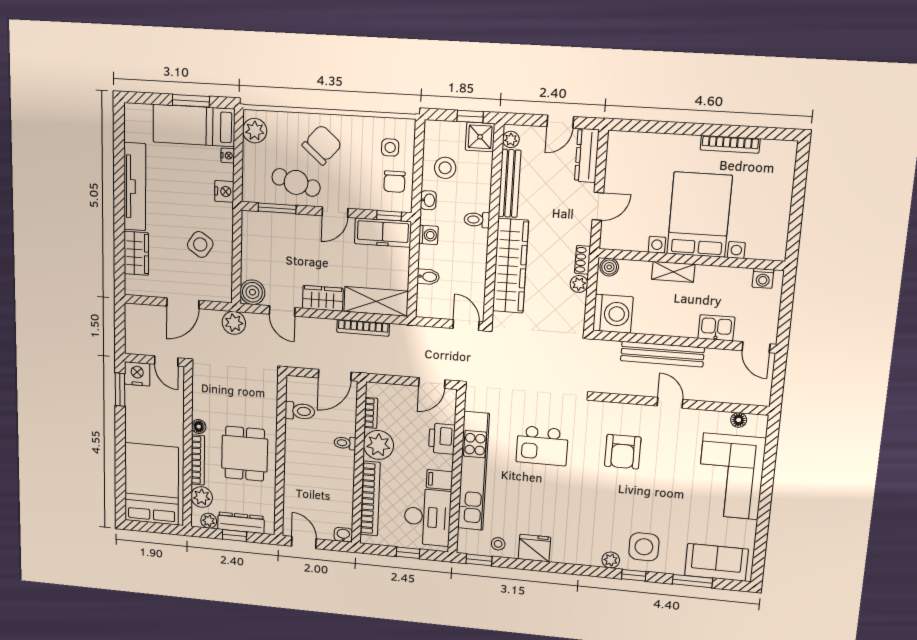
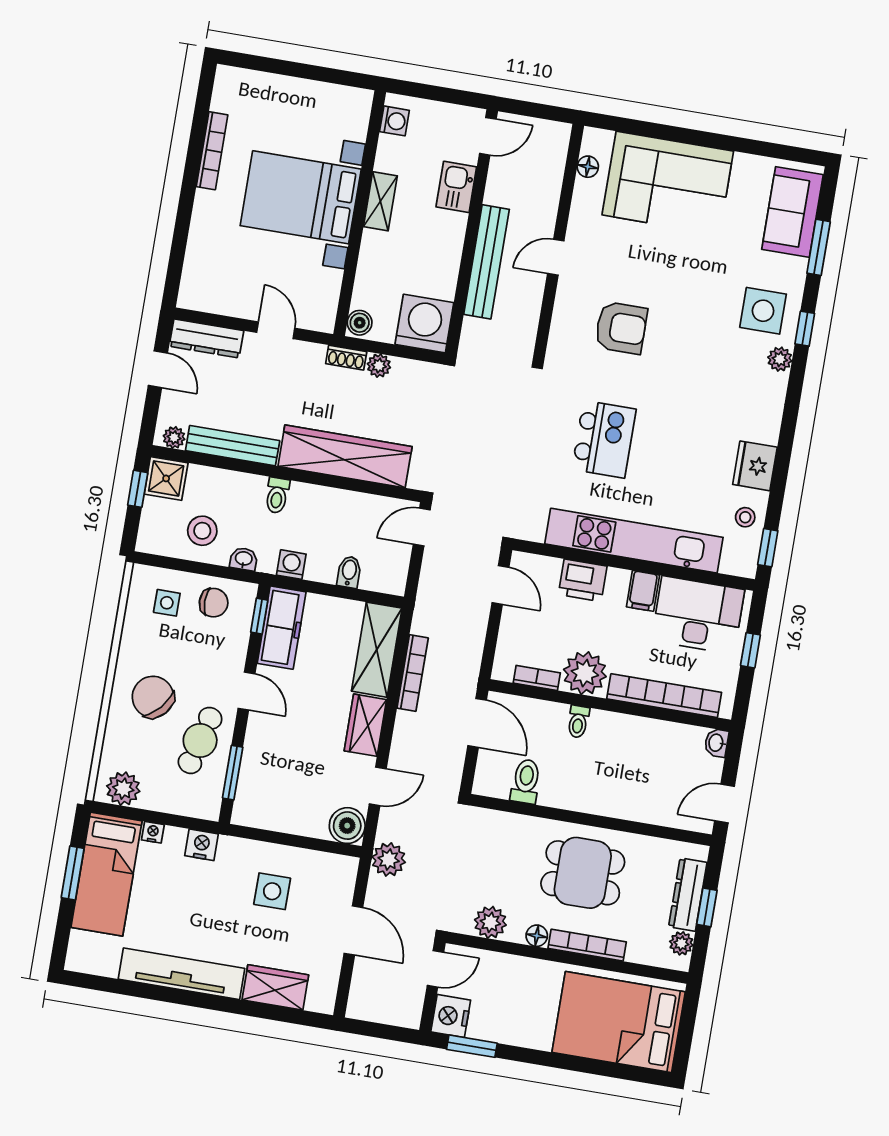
side table: (200, 244) -> (272, 891), turned -34
shelving: (673, 272) -> (380, 201), moved
plant: (202, 497) -> (490, 922), moved

